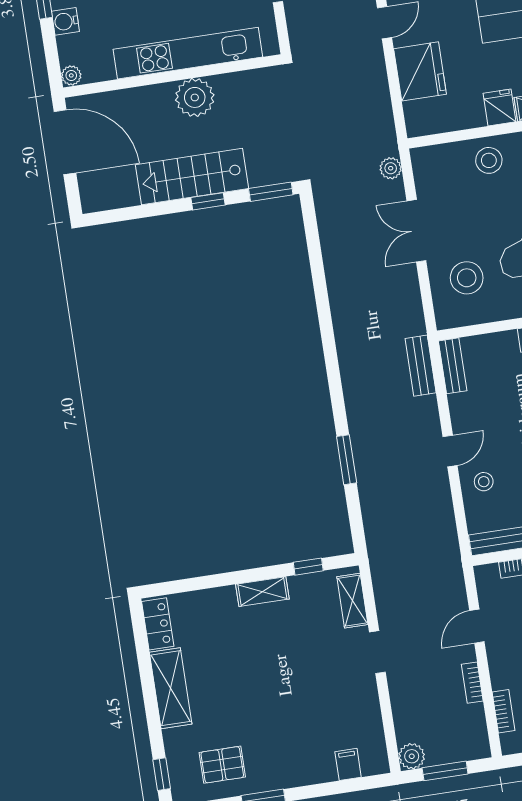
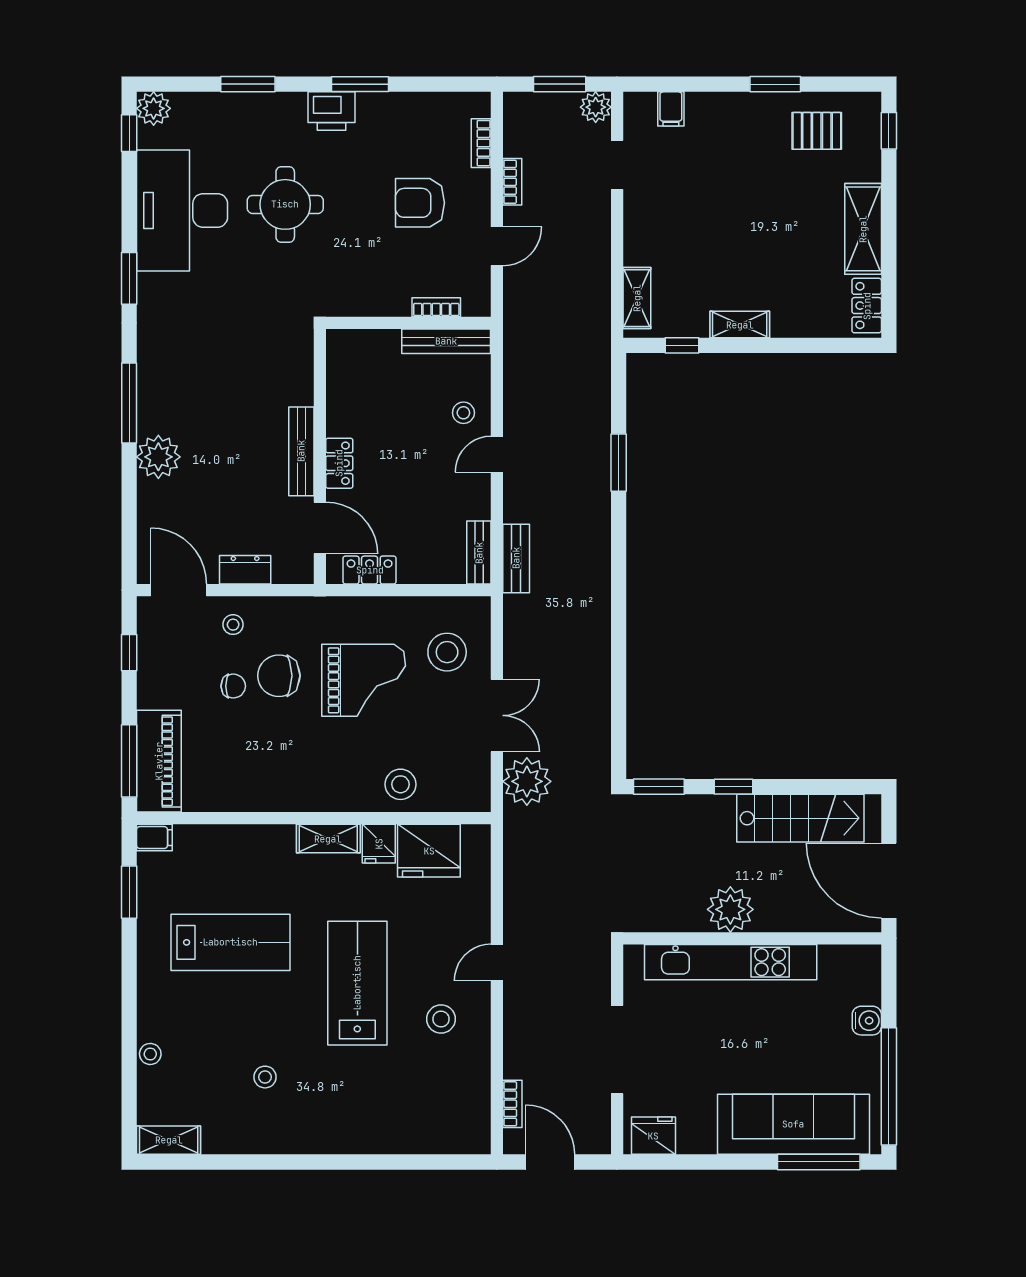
fridge: (420, 71) -> (429, 851), moved, turned -90
plant: (71, 75) -> (870, 957), removed
plant: (391, 168) -> (527, 781), width x1.88, depth x1.88
stairs: (192, 177) -> (800, 818), moved
doorway: (377, 652) -> (617, 165), moved

